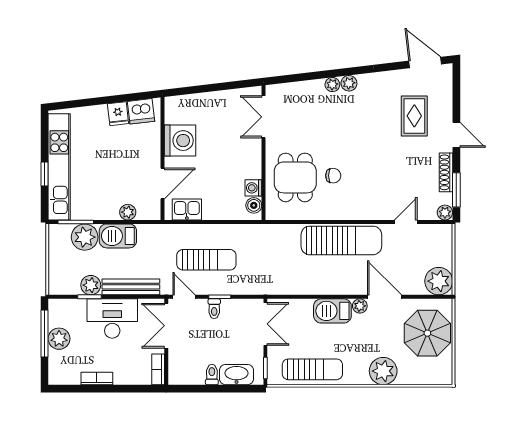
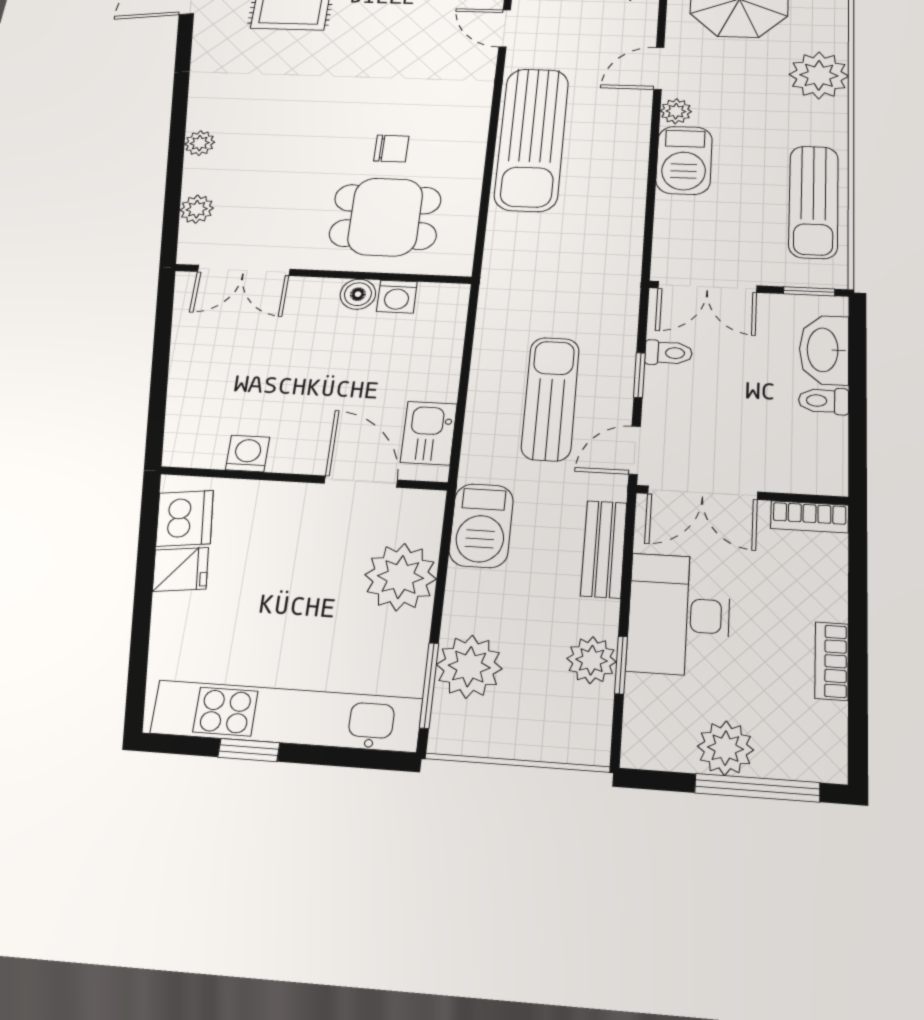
plant: (349, 83) -> (197, 209), moved
washing machine: (180, 141) -> (248, 453), width x0.53, depth x0.53
window: (45, 174) -> (249, 750), moved
chair: (333, 176) -> (391, 148), turned 90
boiler: (254, 205) -> (358, 294), moved
plant: (128, 212) -> (400, 577), width x1.87, depth x1.87
barbecue: (118, 236) -> (481, 525), moved
sun lounger: (341, 240) -> (532, 139), turned 180
bench: (131, 287) -> (604, 549), width x0.73
door: (385, 297) -> (659, 68), width x0.73
toilet: (214, 309) -> (669, 353), moved
double door: (265, 324) -> (707, 287), swing flipped
window: (45, 333) -> (757, 788), moved
sun lounger: (312, 369) -> (814, 202), turned 180

